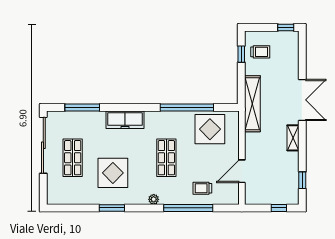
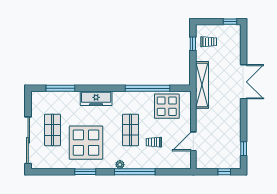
shelving: (293, 138) -> (236, 113), removed
sliding door: (43, 145) -> (28, 140), moved
display table: (113, 173) -> (86, 143), width x1.36, depth x1.36
trolley: (202, 188) -> (154, 142), moved
window: (188, 208) -> (135, 172), moved

